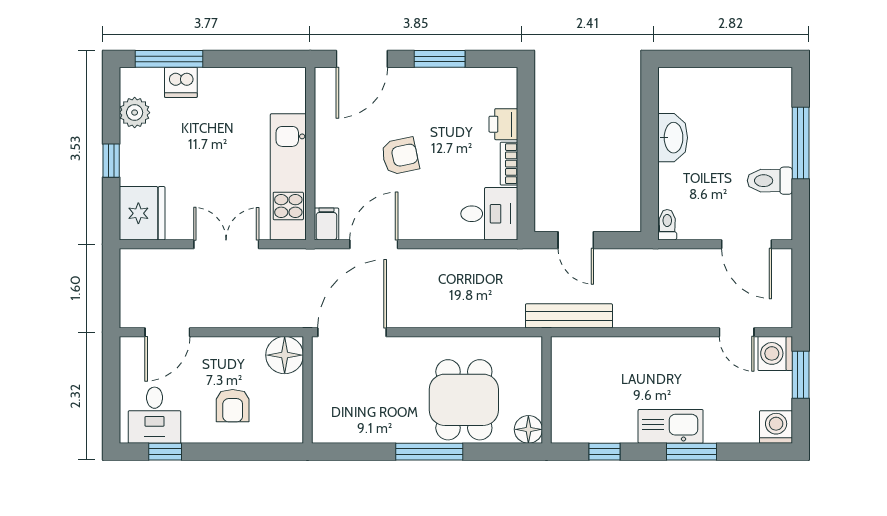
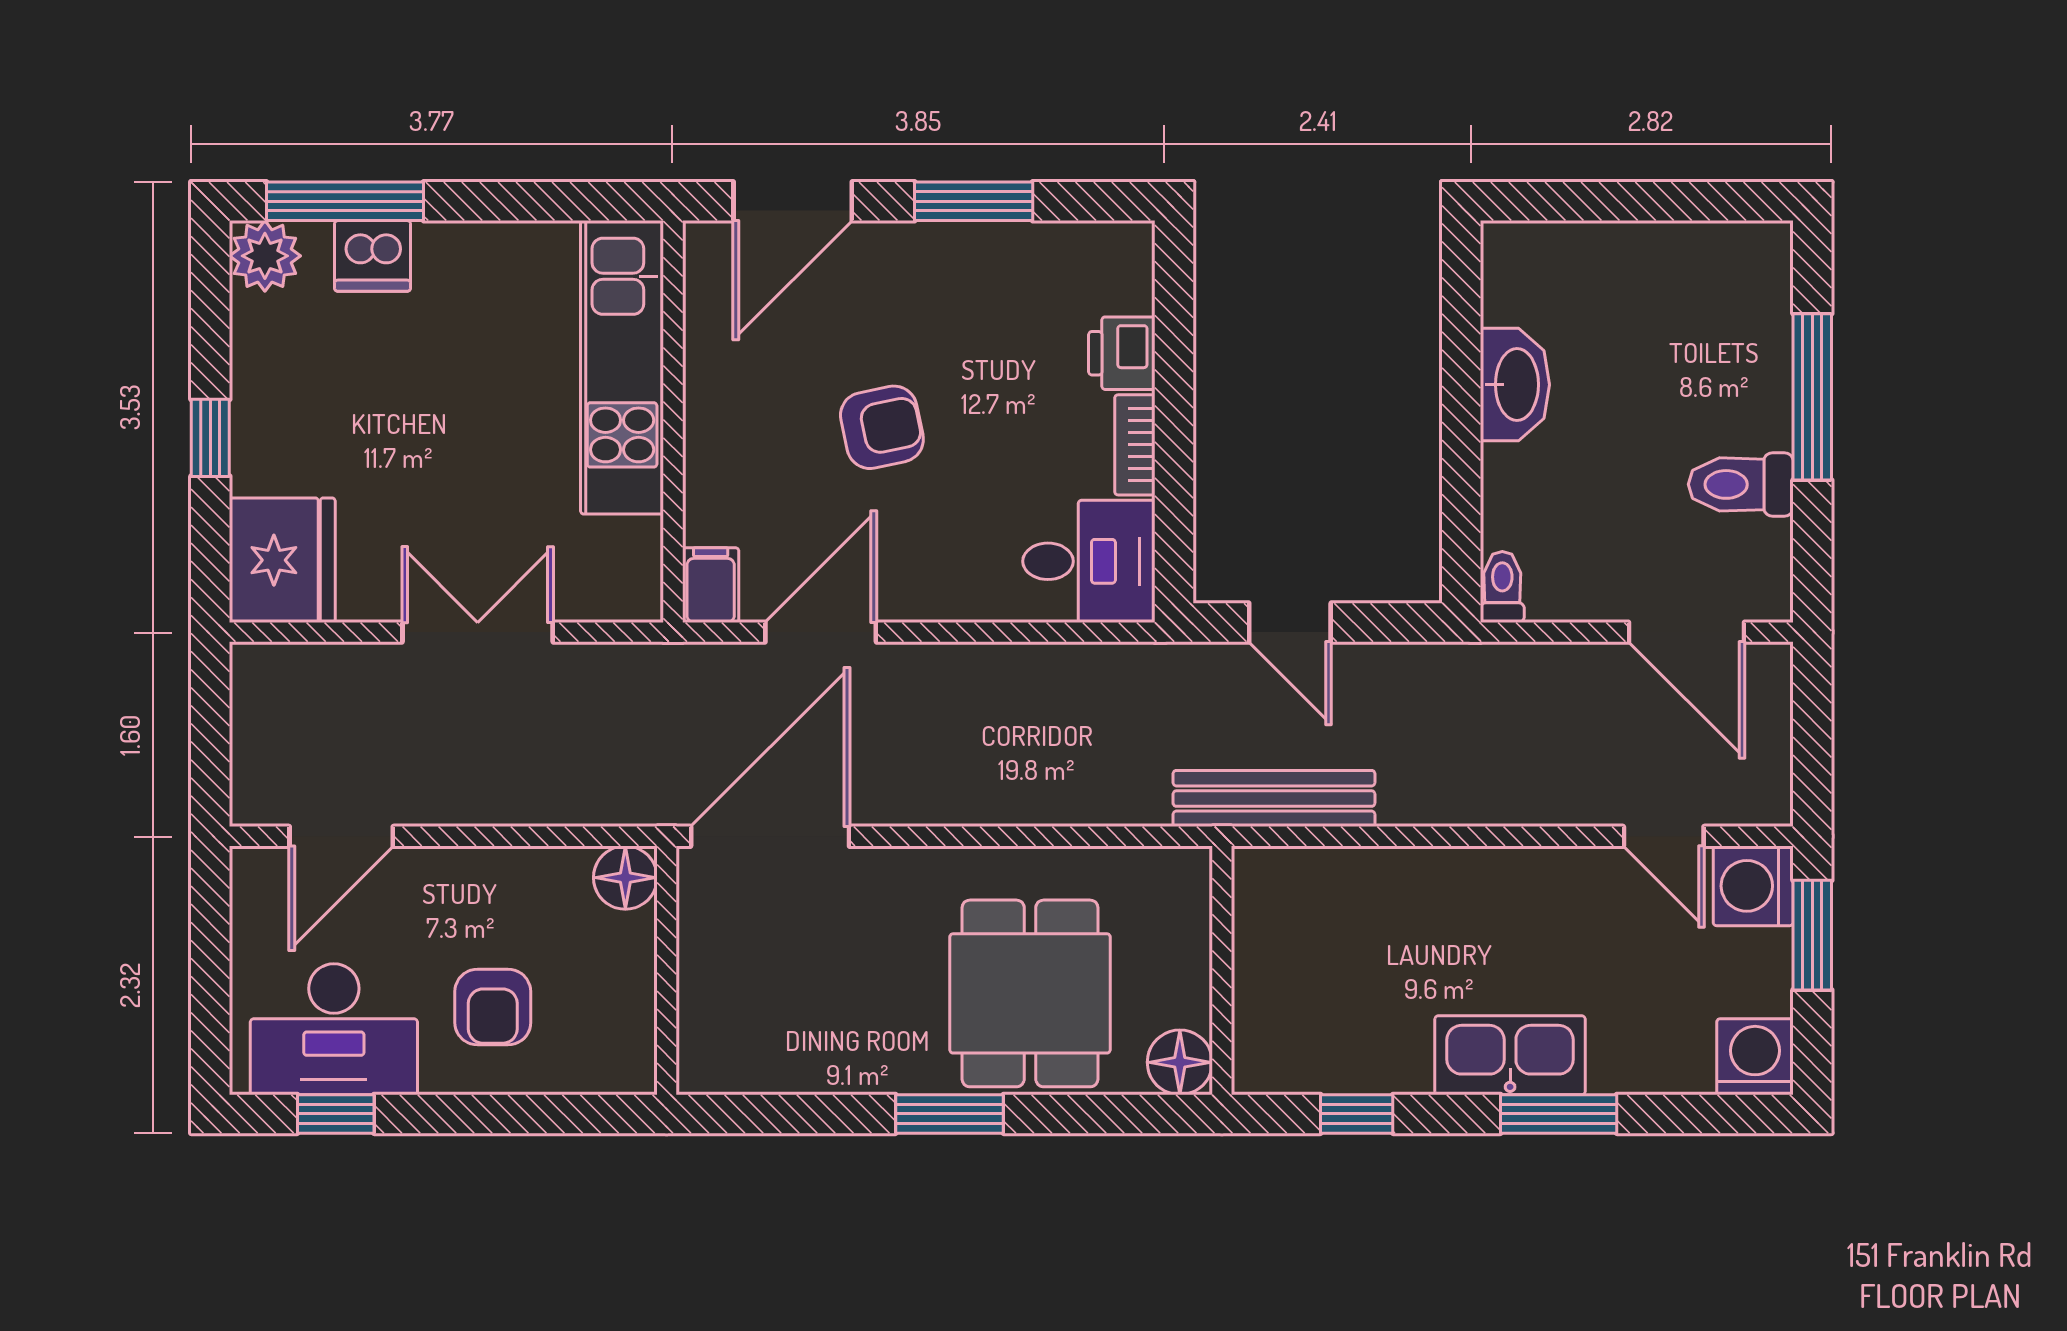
plant: (135, 113) -> (265, 256), moved
kitchen unit: (288, 177) -> (622, 367), moved
floor lamp: (285, 355) -> (625, 878), width x0.73, depth x0.73
desk: (155, 415) -> (334, 1029), width x1.37
window: (429, 452) -> (950, 1114), width x0.69

